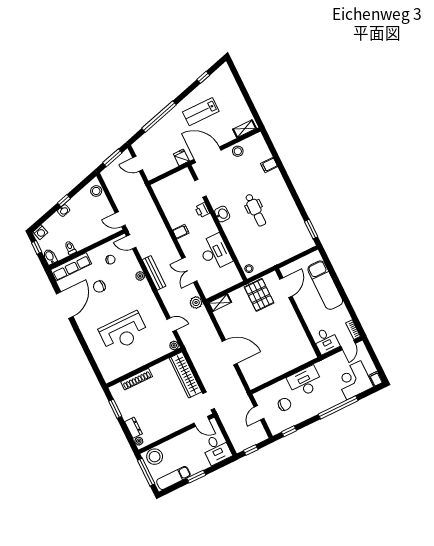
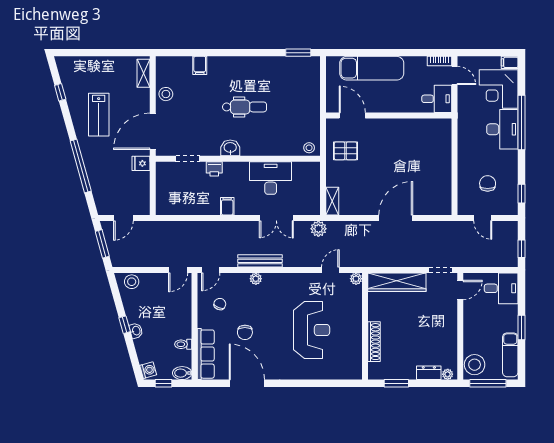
pallet: (259, 295) -> (345, 151), width x0.67, depth x0.71
desk: (305, 382) -> (502, 129), moved, turned 180

